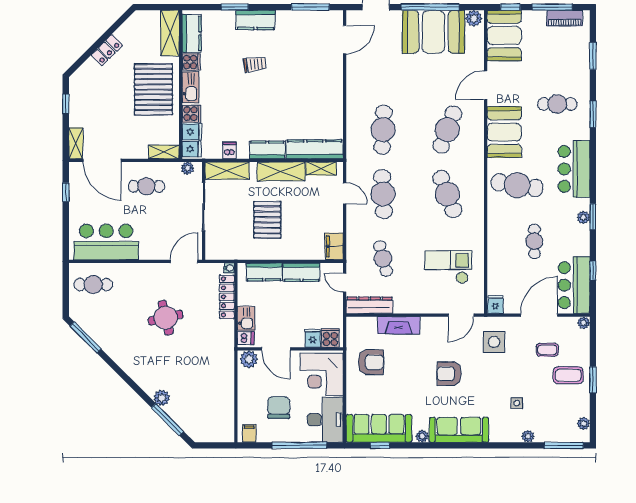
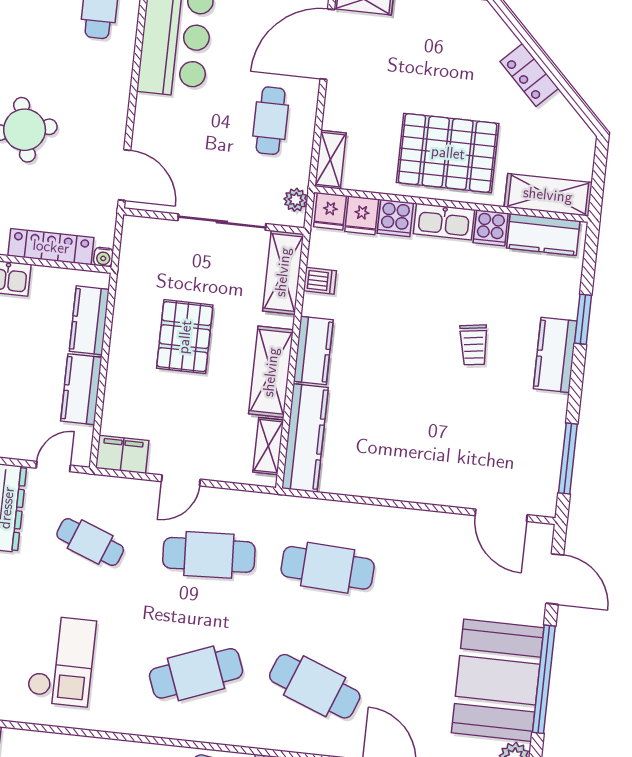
door: (345, 193) -> (181, 480), moved
pallet: (267, 220) -> (185, 337), turned 90
cafe table: (383, 259) -> (90, 542), turned 36

